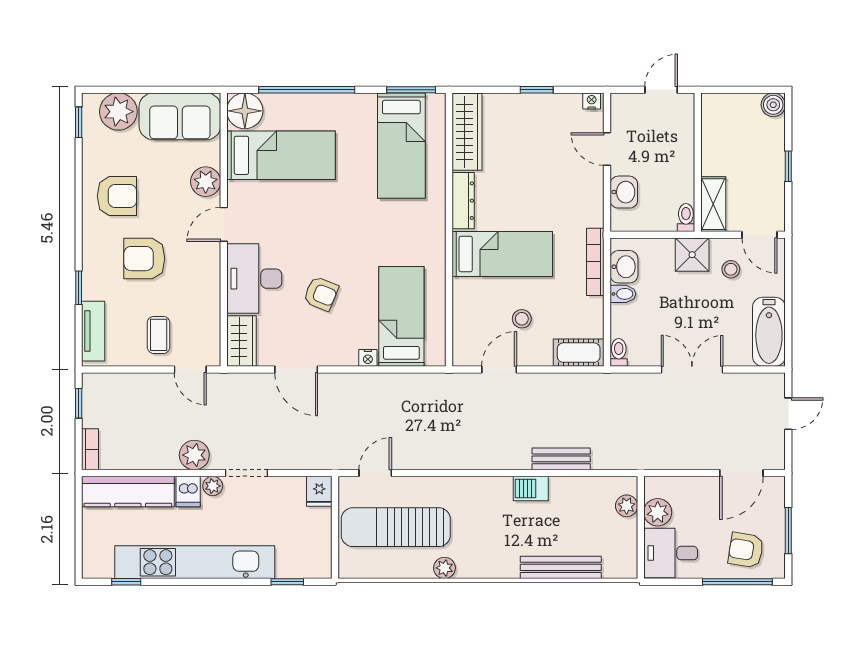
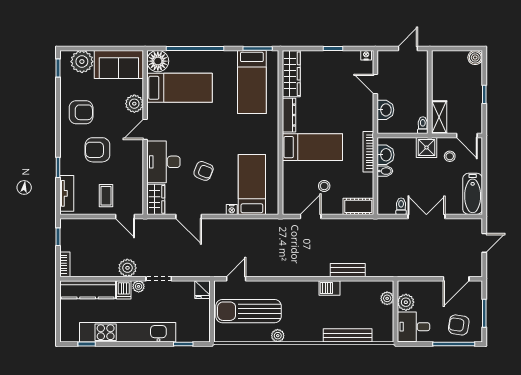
toilet: (619, 352) -> (401, 206), moved

